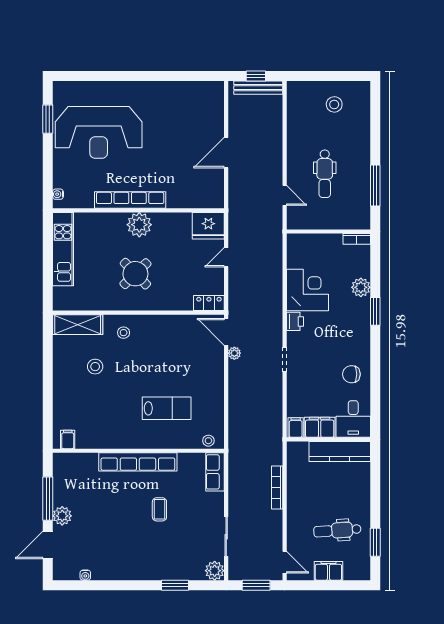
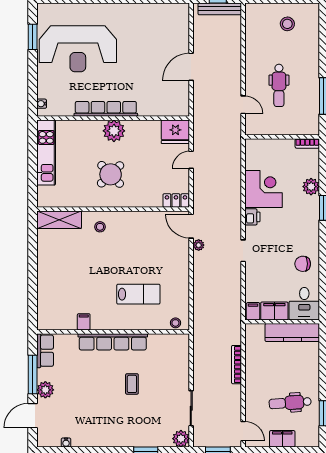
stool: (95, 367) -> (75, 257), removed
filing cabinet: (68, 439) -> (84, 322), moved
row of seats: (215, 472) -> (45, 351), moved, turned 180

